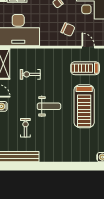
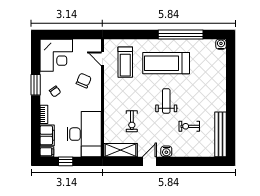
door: (88, 47) -> (102, 59), hinge flipped
treadmill: (84, 106) -> (166, 63), turned 180

